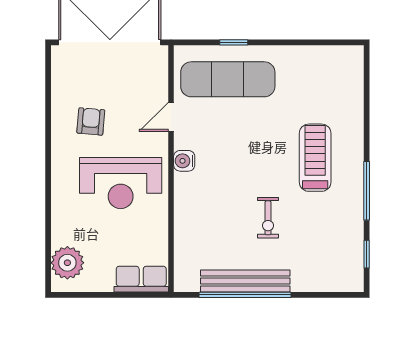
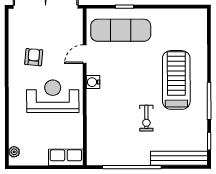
treadmill: (315, 158) -> (176, 80), width x1.37, depth x1.38
reception desk: (121, 183) -> (53, 96), turned 180
plant: (67, 263) -> (14, 152), width x0.53, depth x0.53
bench: (245, 281) -> (179, 158), moved

